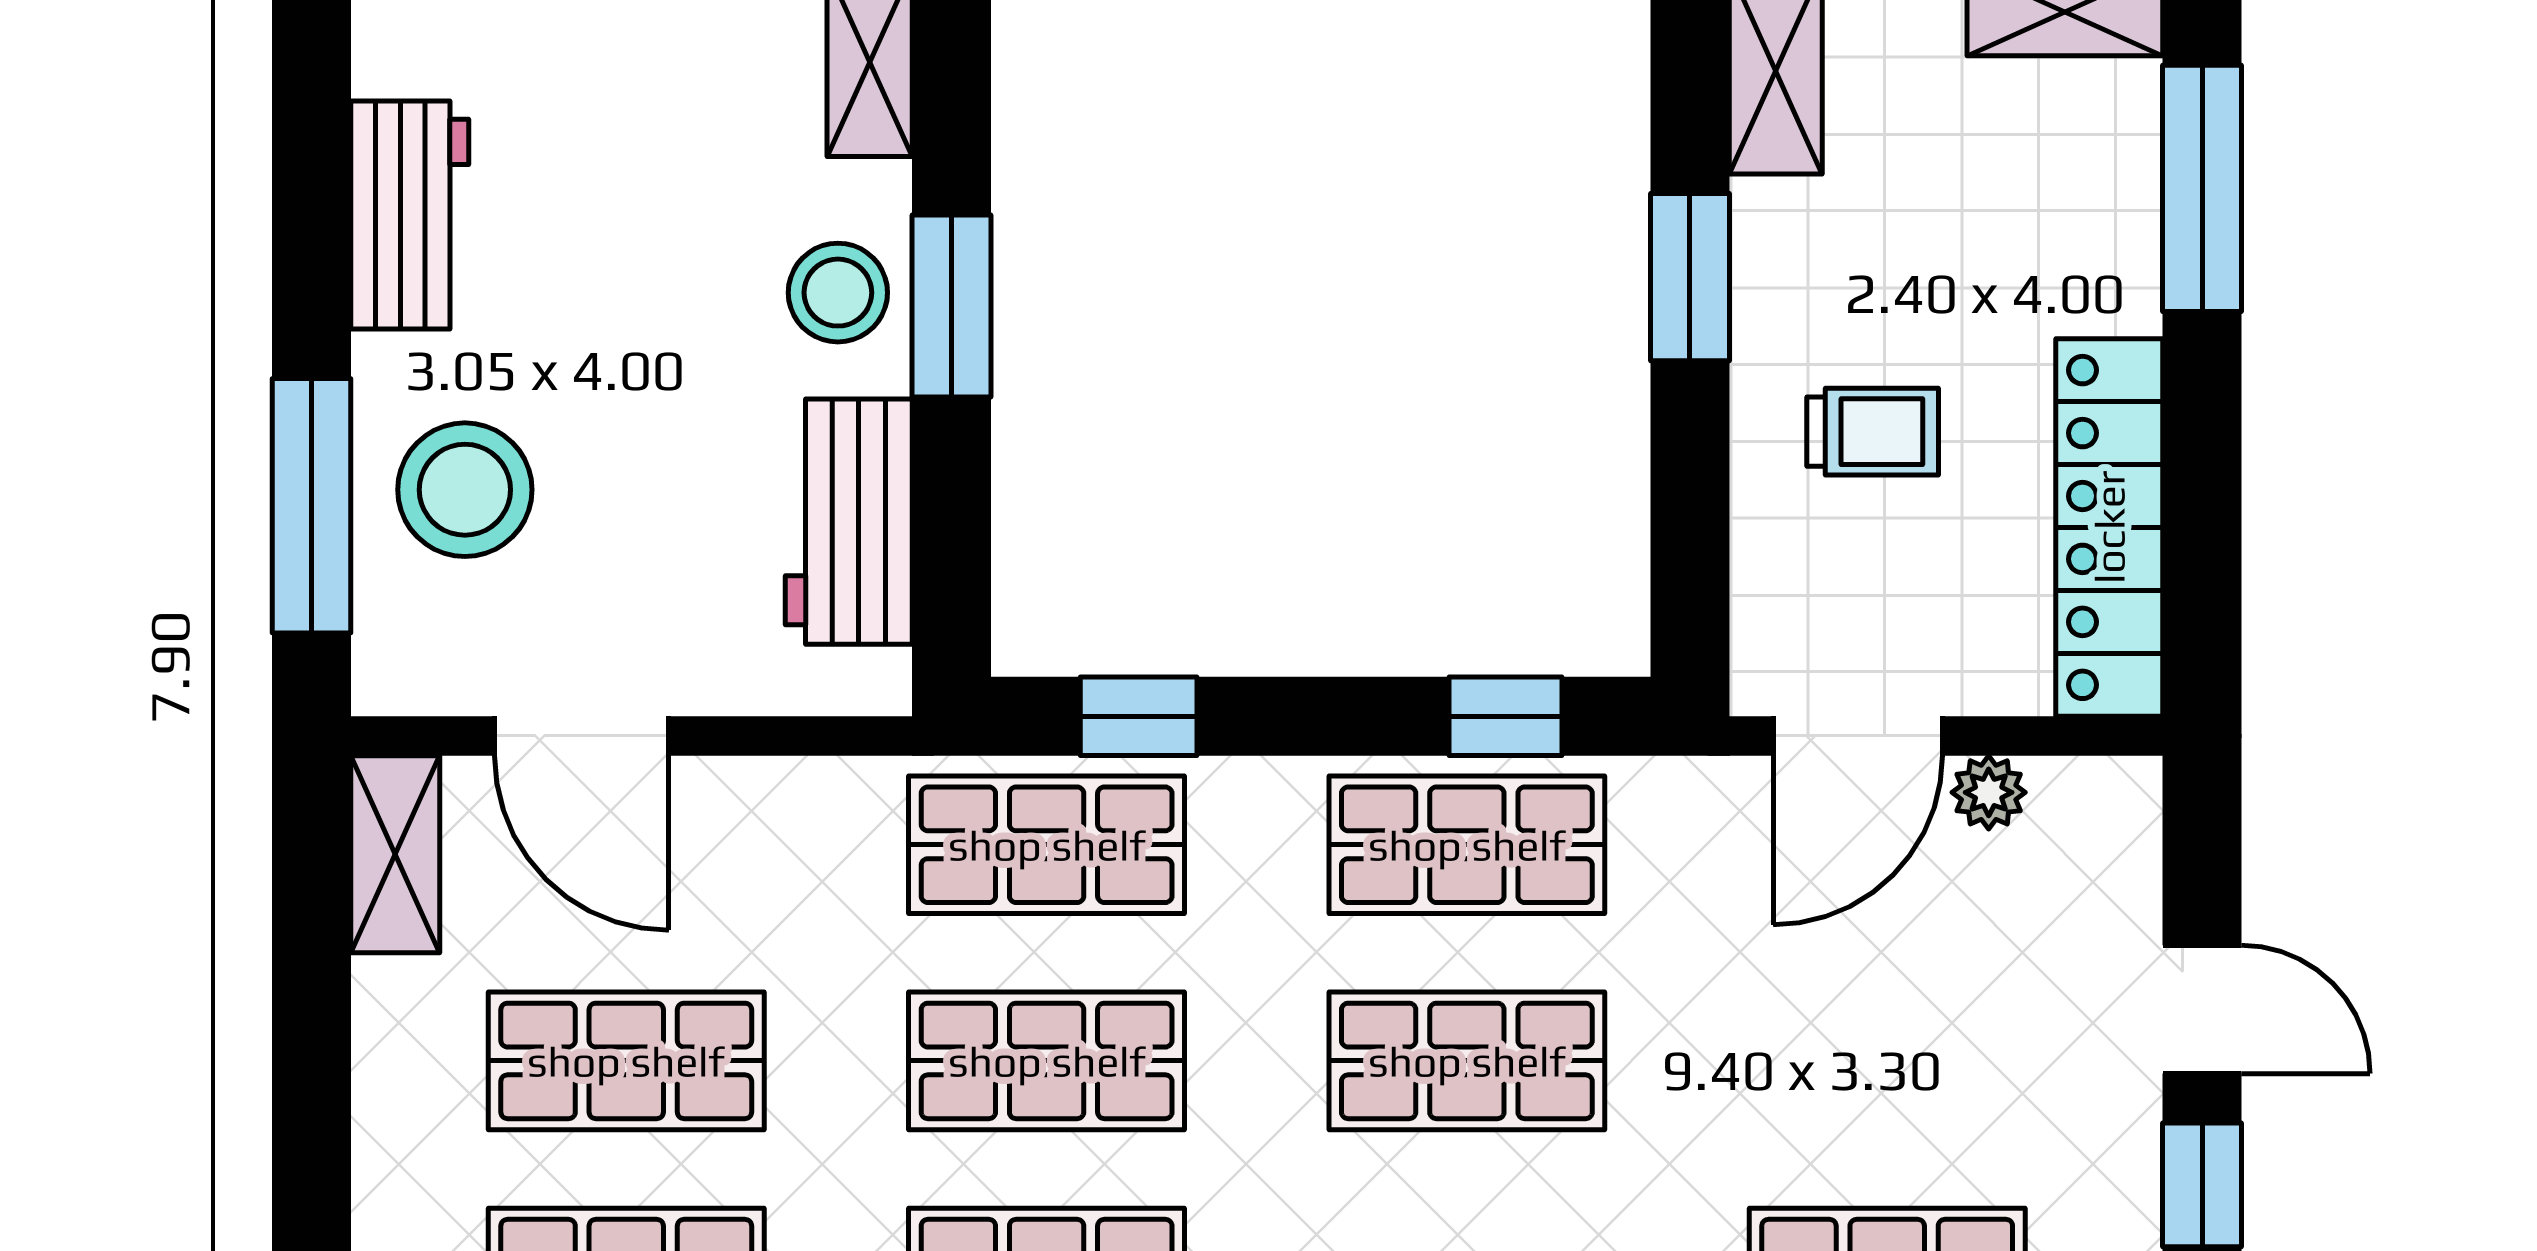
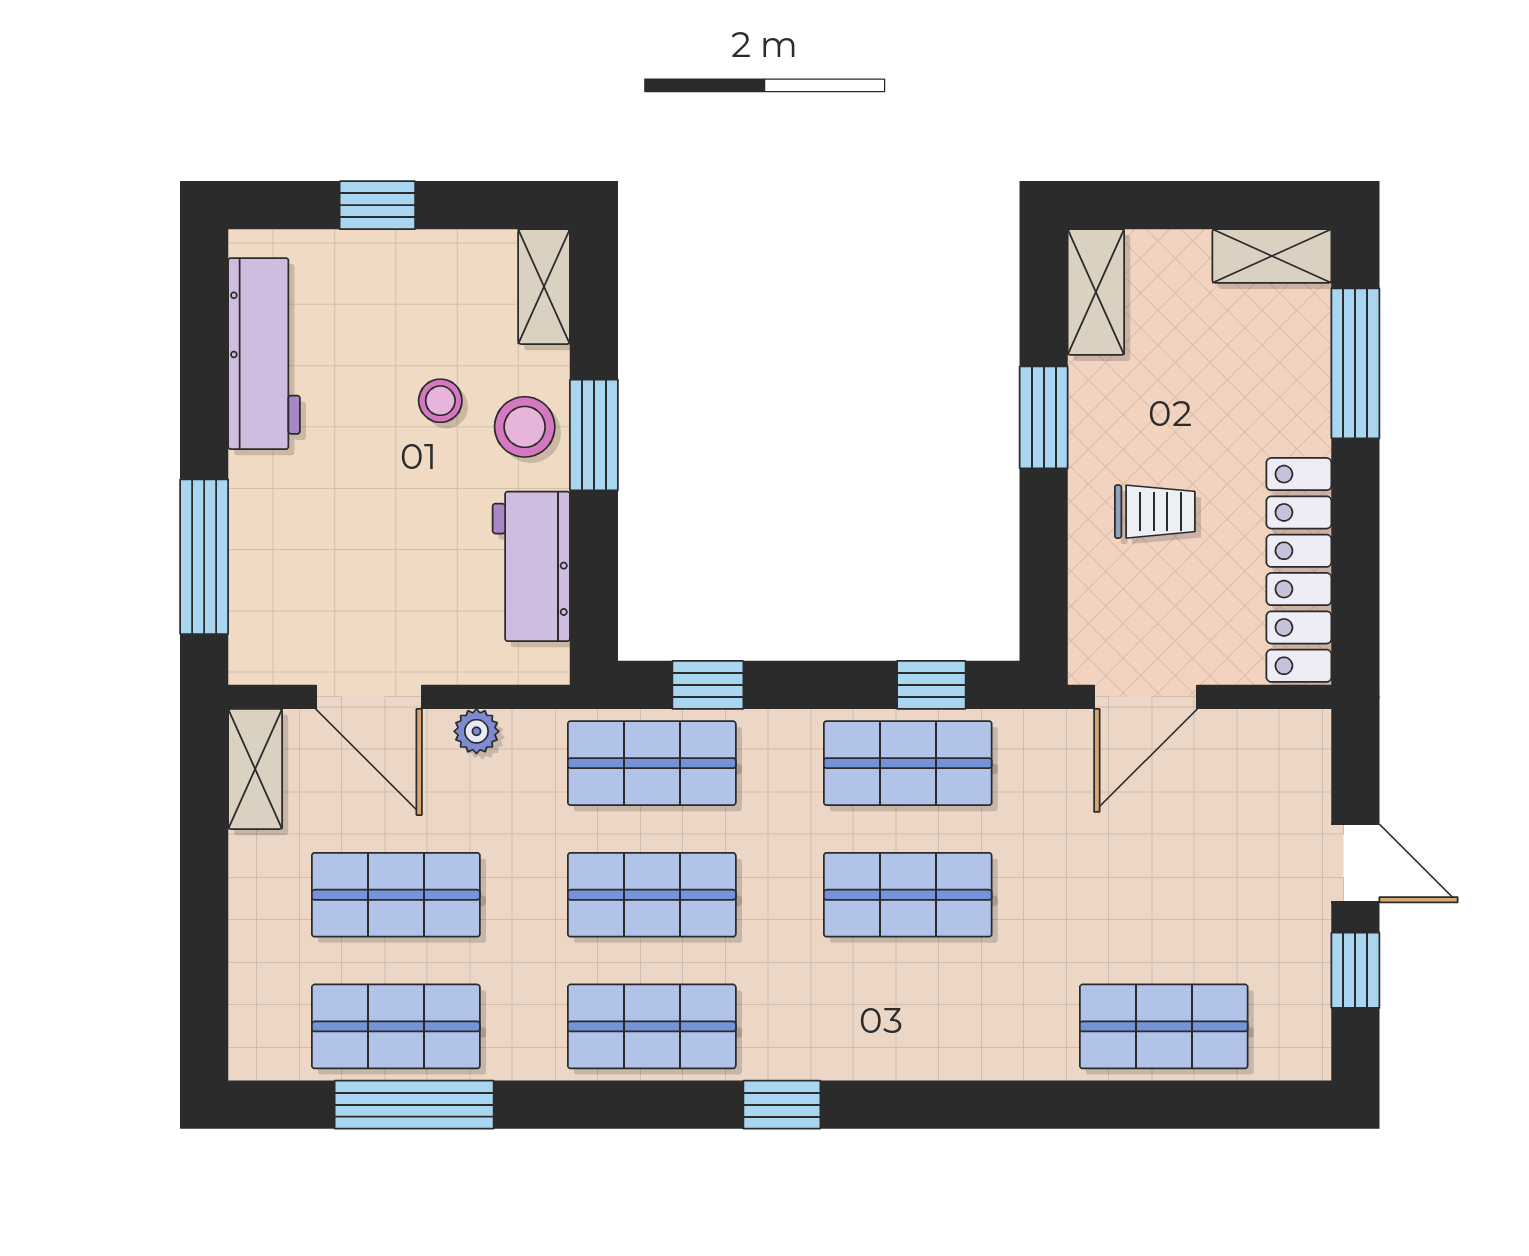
workbench: (410, 215) -> (264, 354), width x1.38
stool: (465, 490) -> (440, 401), moved, width x0.53, depth x0.53
plant: (1989, 792) -> (476, 731), moved

